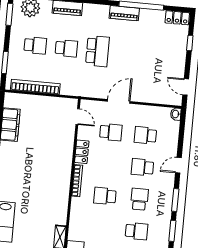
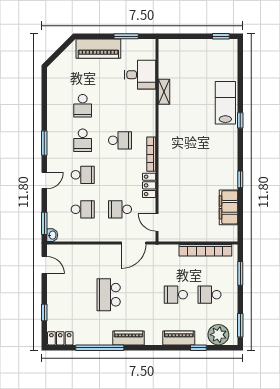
piano: (124, 13) -> (129, 338), moved
school desk: (98, 51) -> (109, 295), moved
door: (119, 101) -> (134, 243), moved
school desk: (136, 231) -> (83, 106), turned -90
window: (172, 231) -> (44, 223), moved

